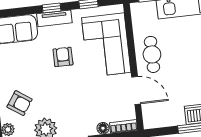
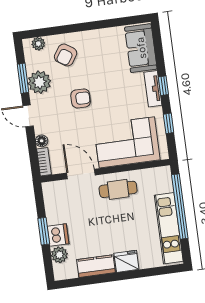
armchair: (63, 57) -> (81, 98), moved
door: (136, 90) -> (81, 174), swing flipped

